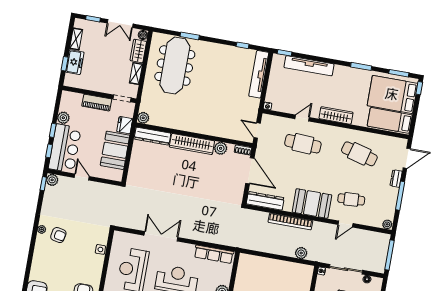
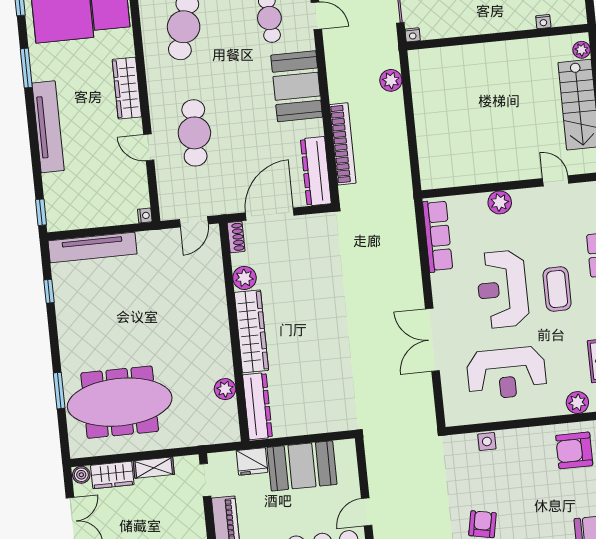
tv unit: (309, 66) -> (48, 127), moved
plant: (143, 118) -> (225, 389), moved
bookcase: (290, 221) -> (343, 144), moved

